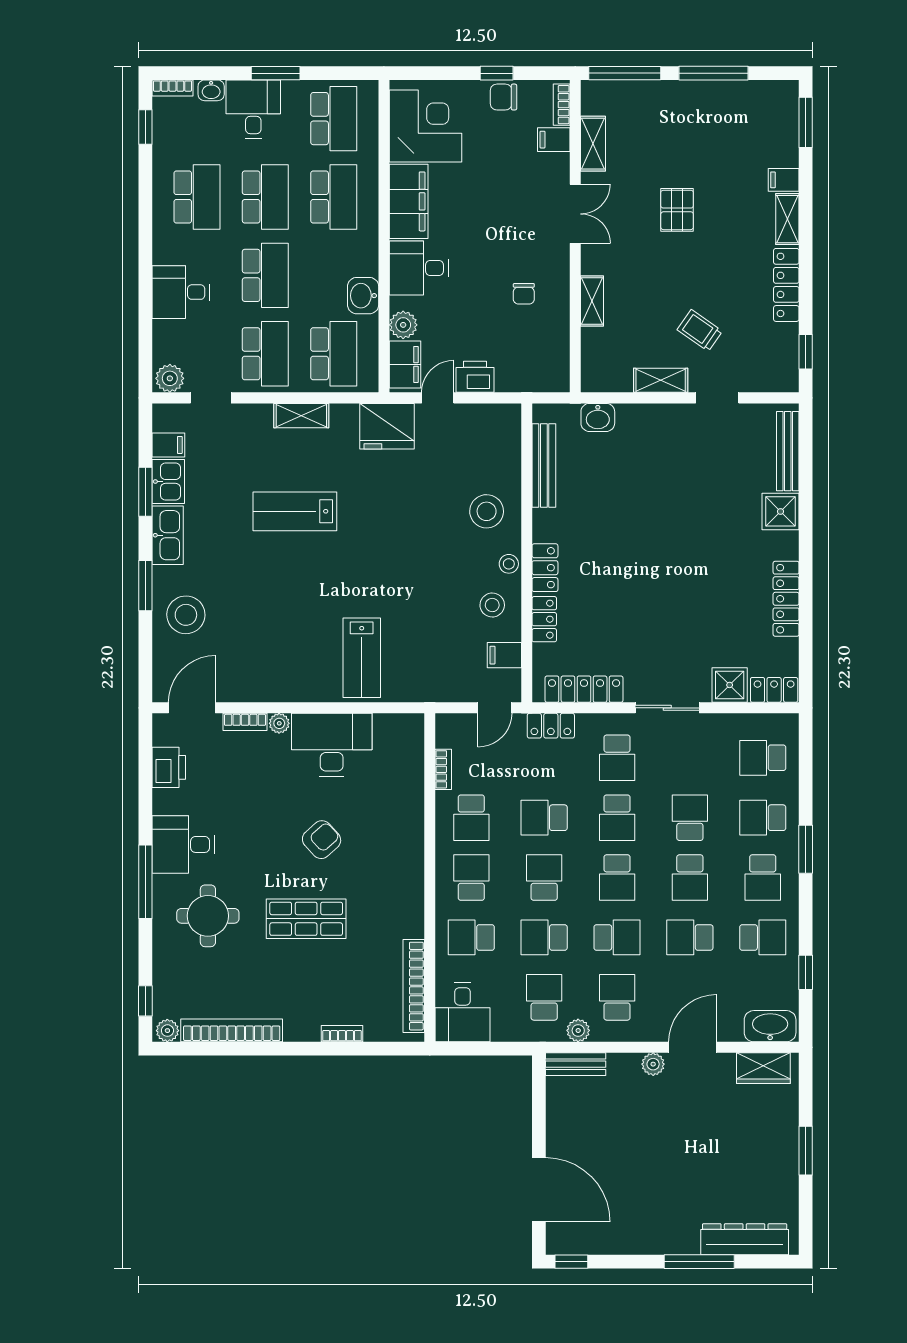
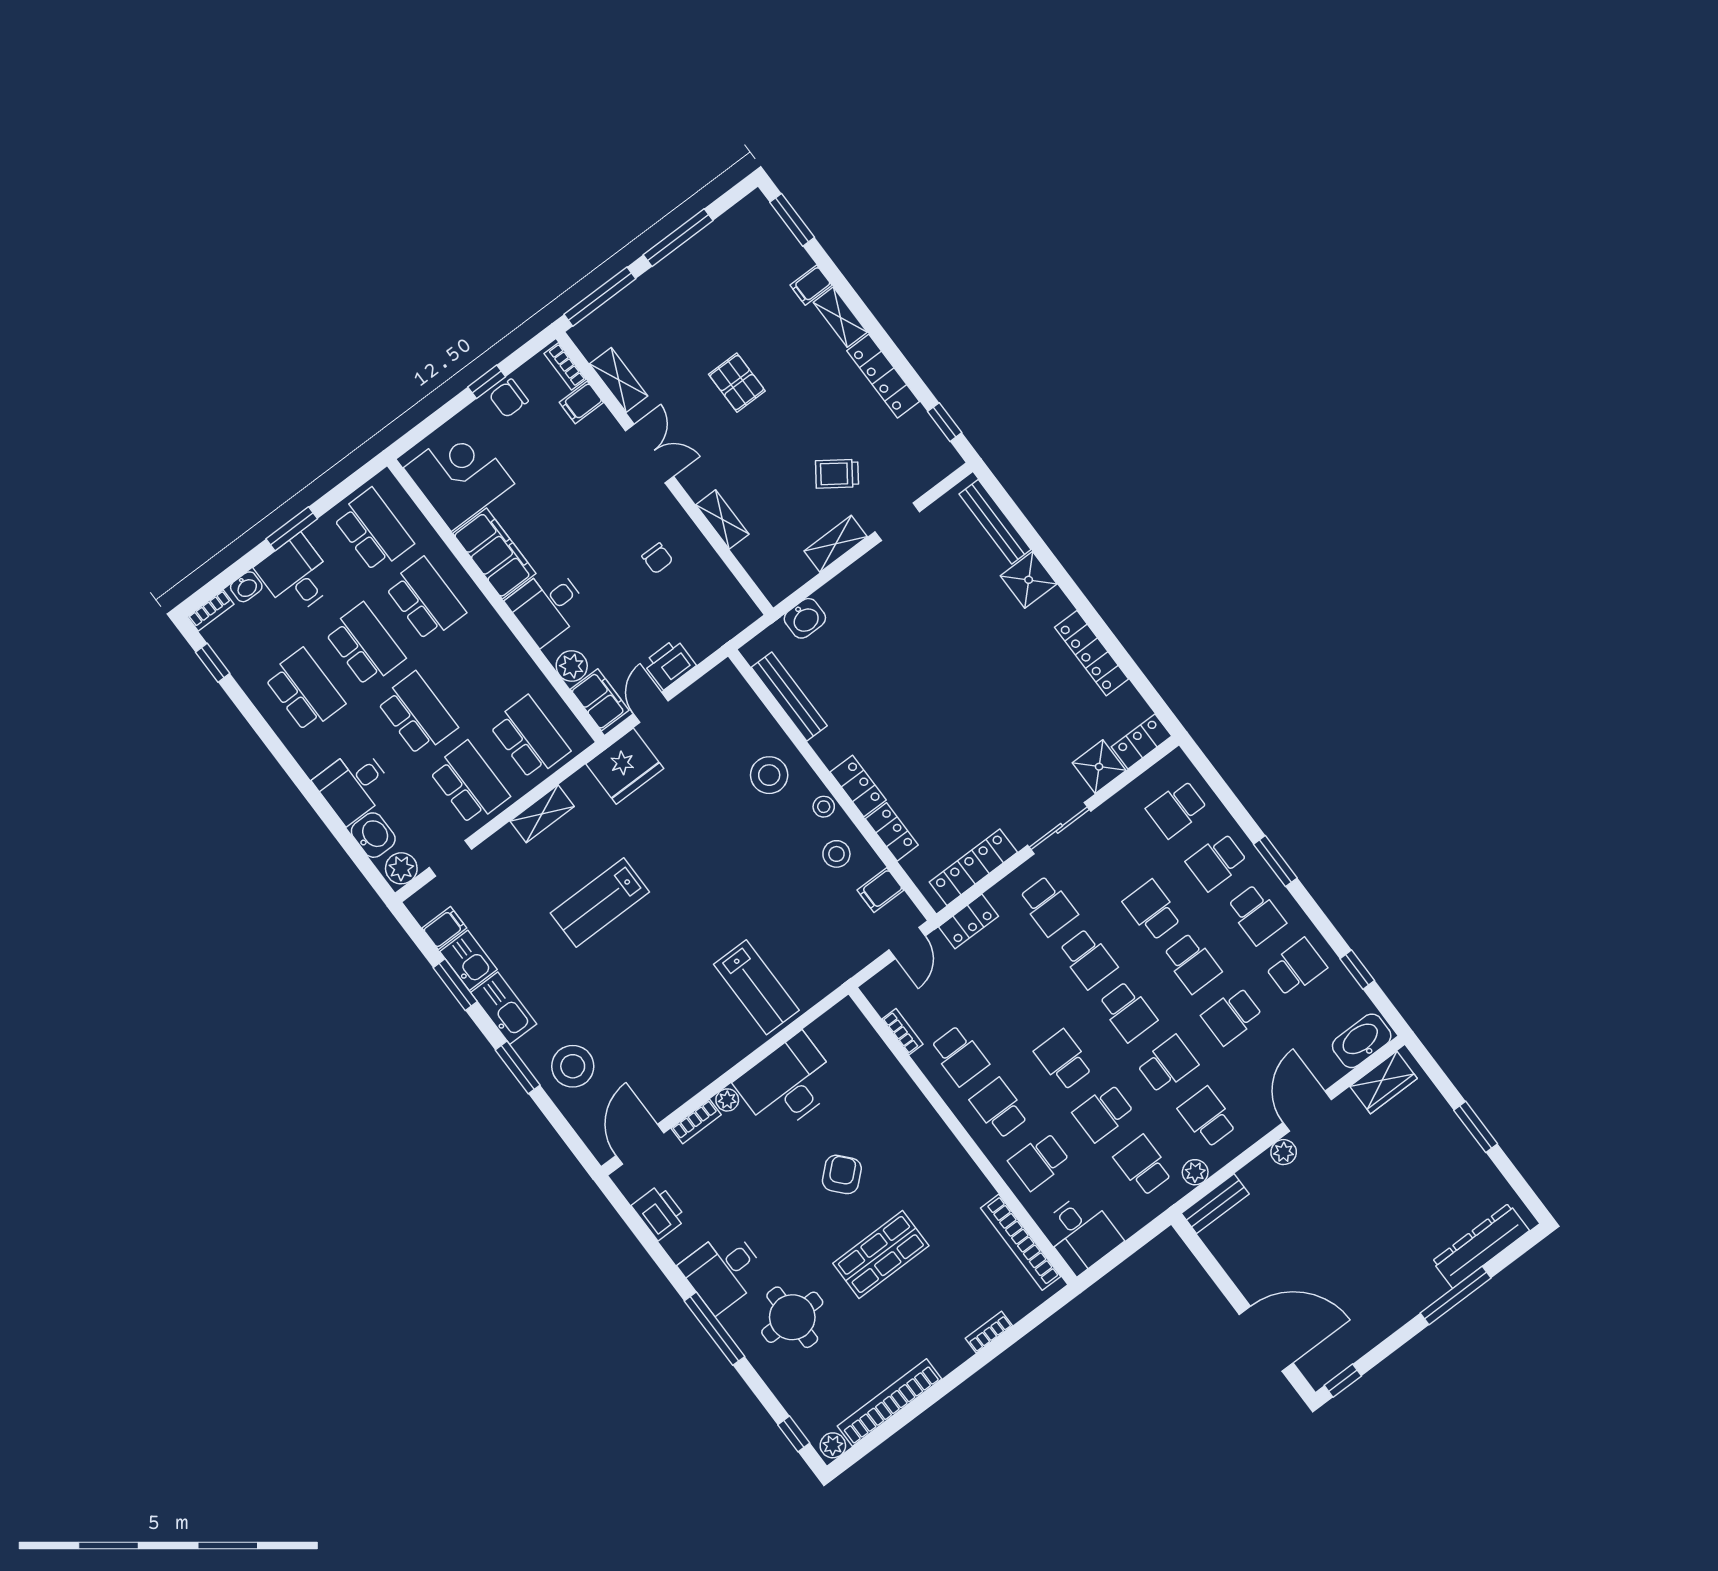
washbasin: (363, 296) -> (373, 835), moved, turned 180
school desk: (544, 818) -> (1024, 1007), removed

